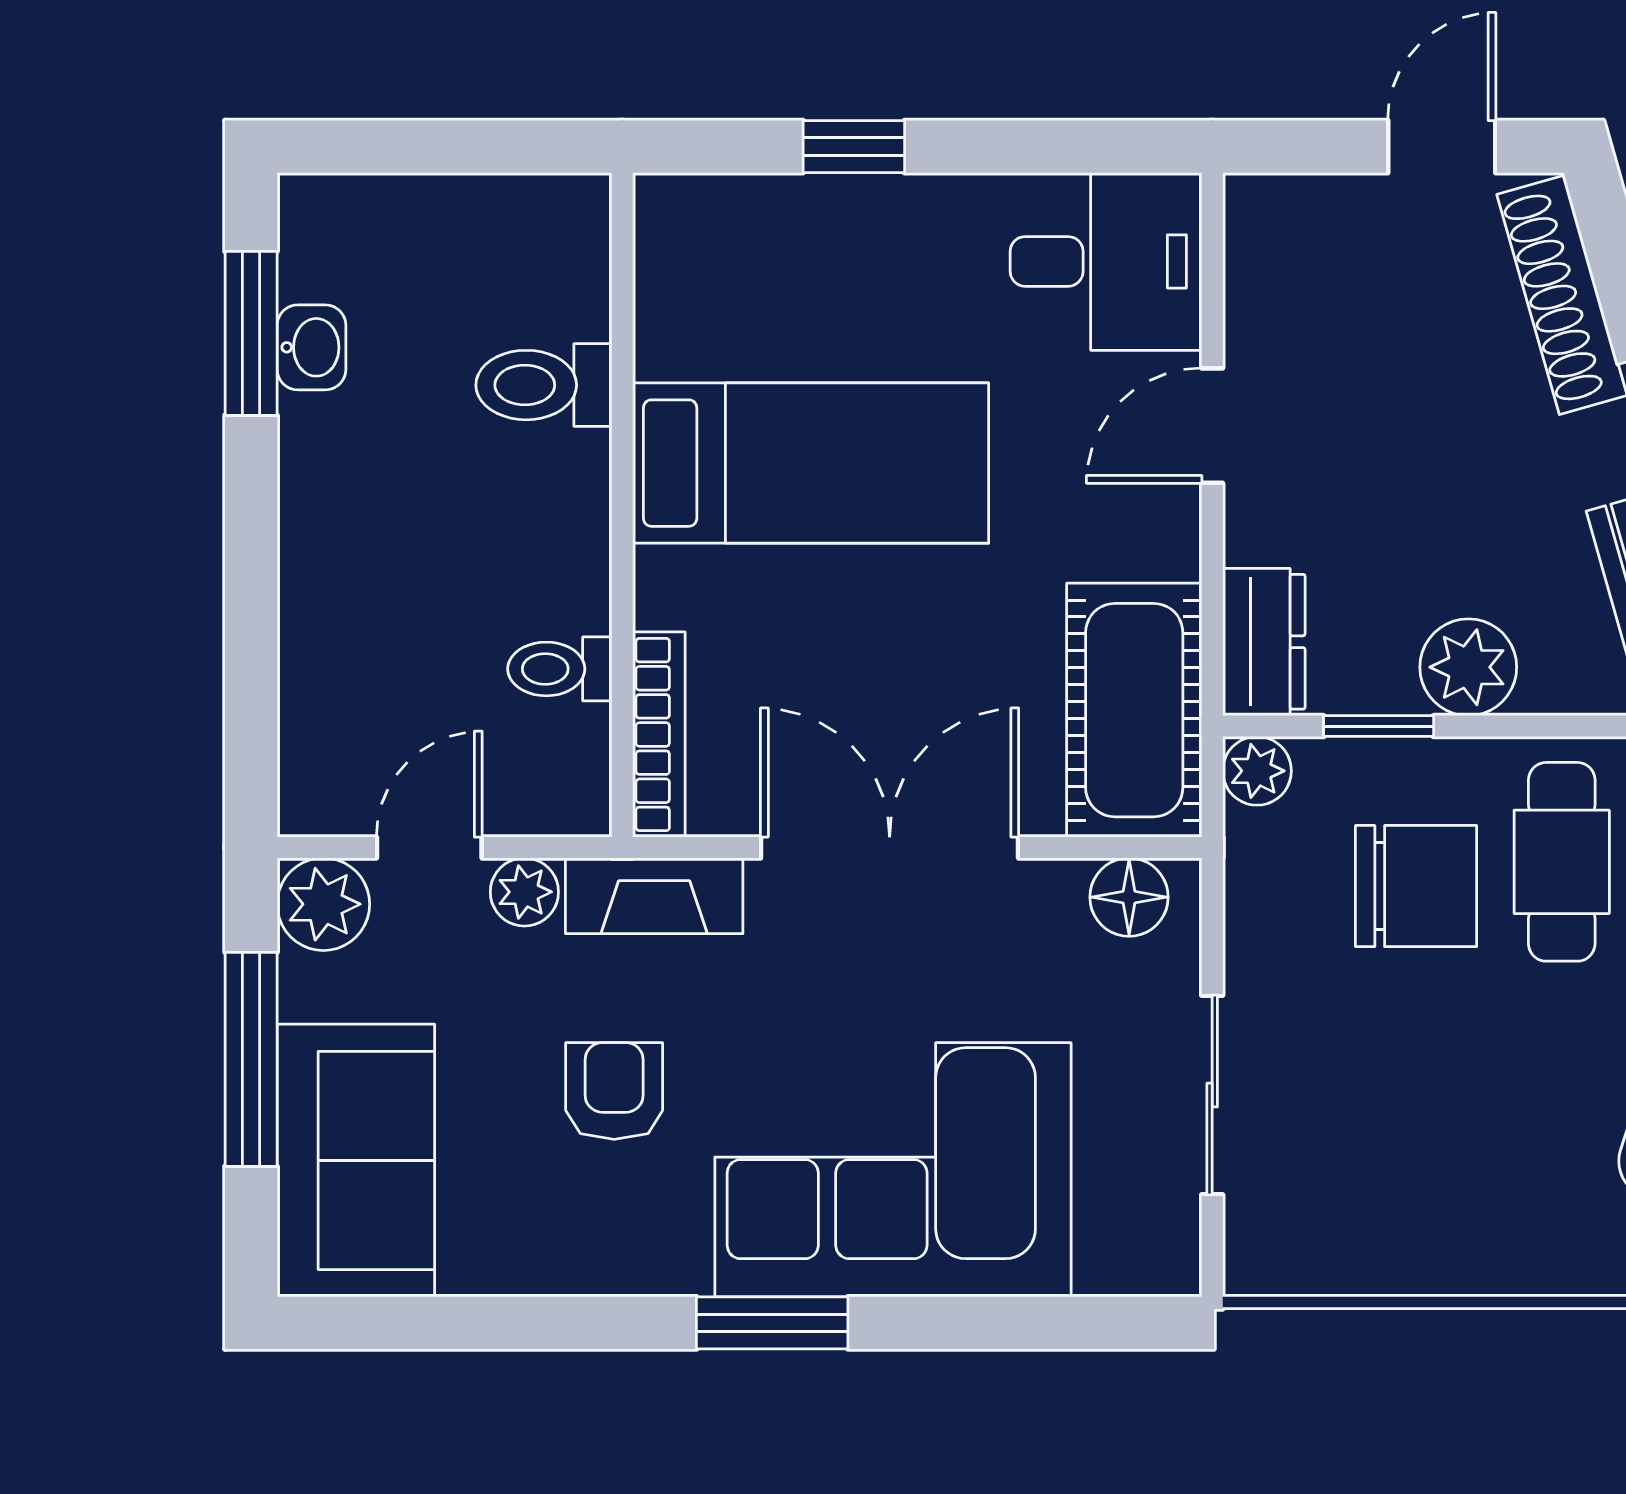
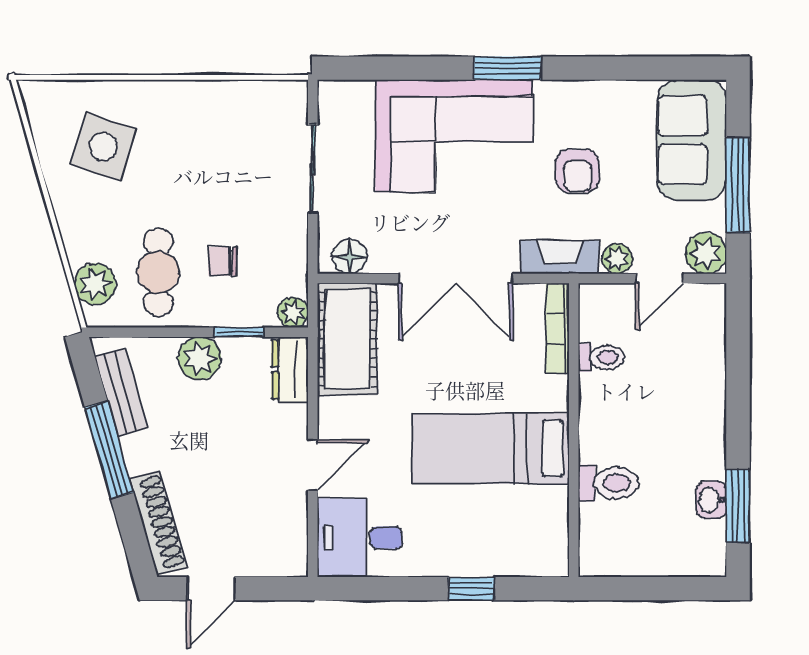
chair: (1416, 886) -> (223, 261), width x0.54, depth x0.54

